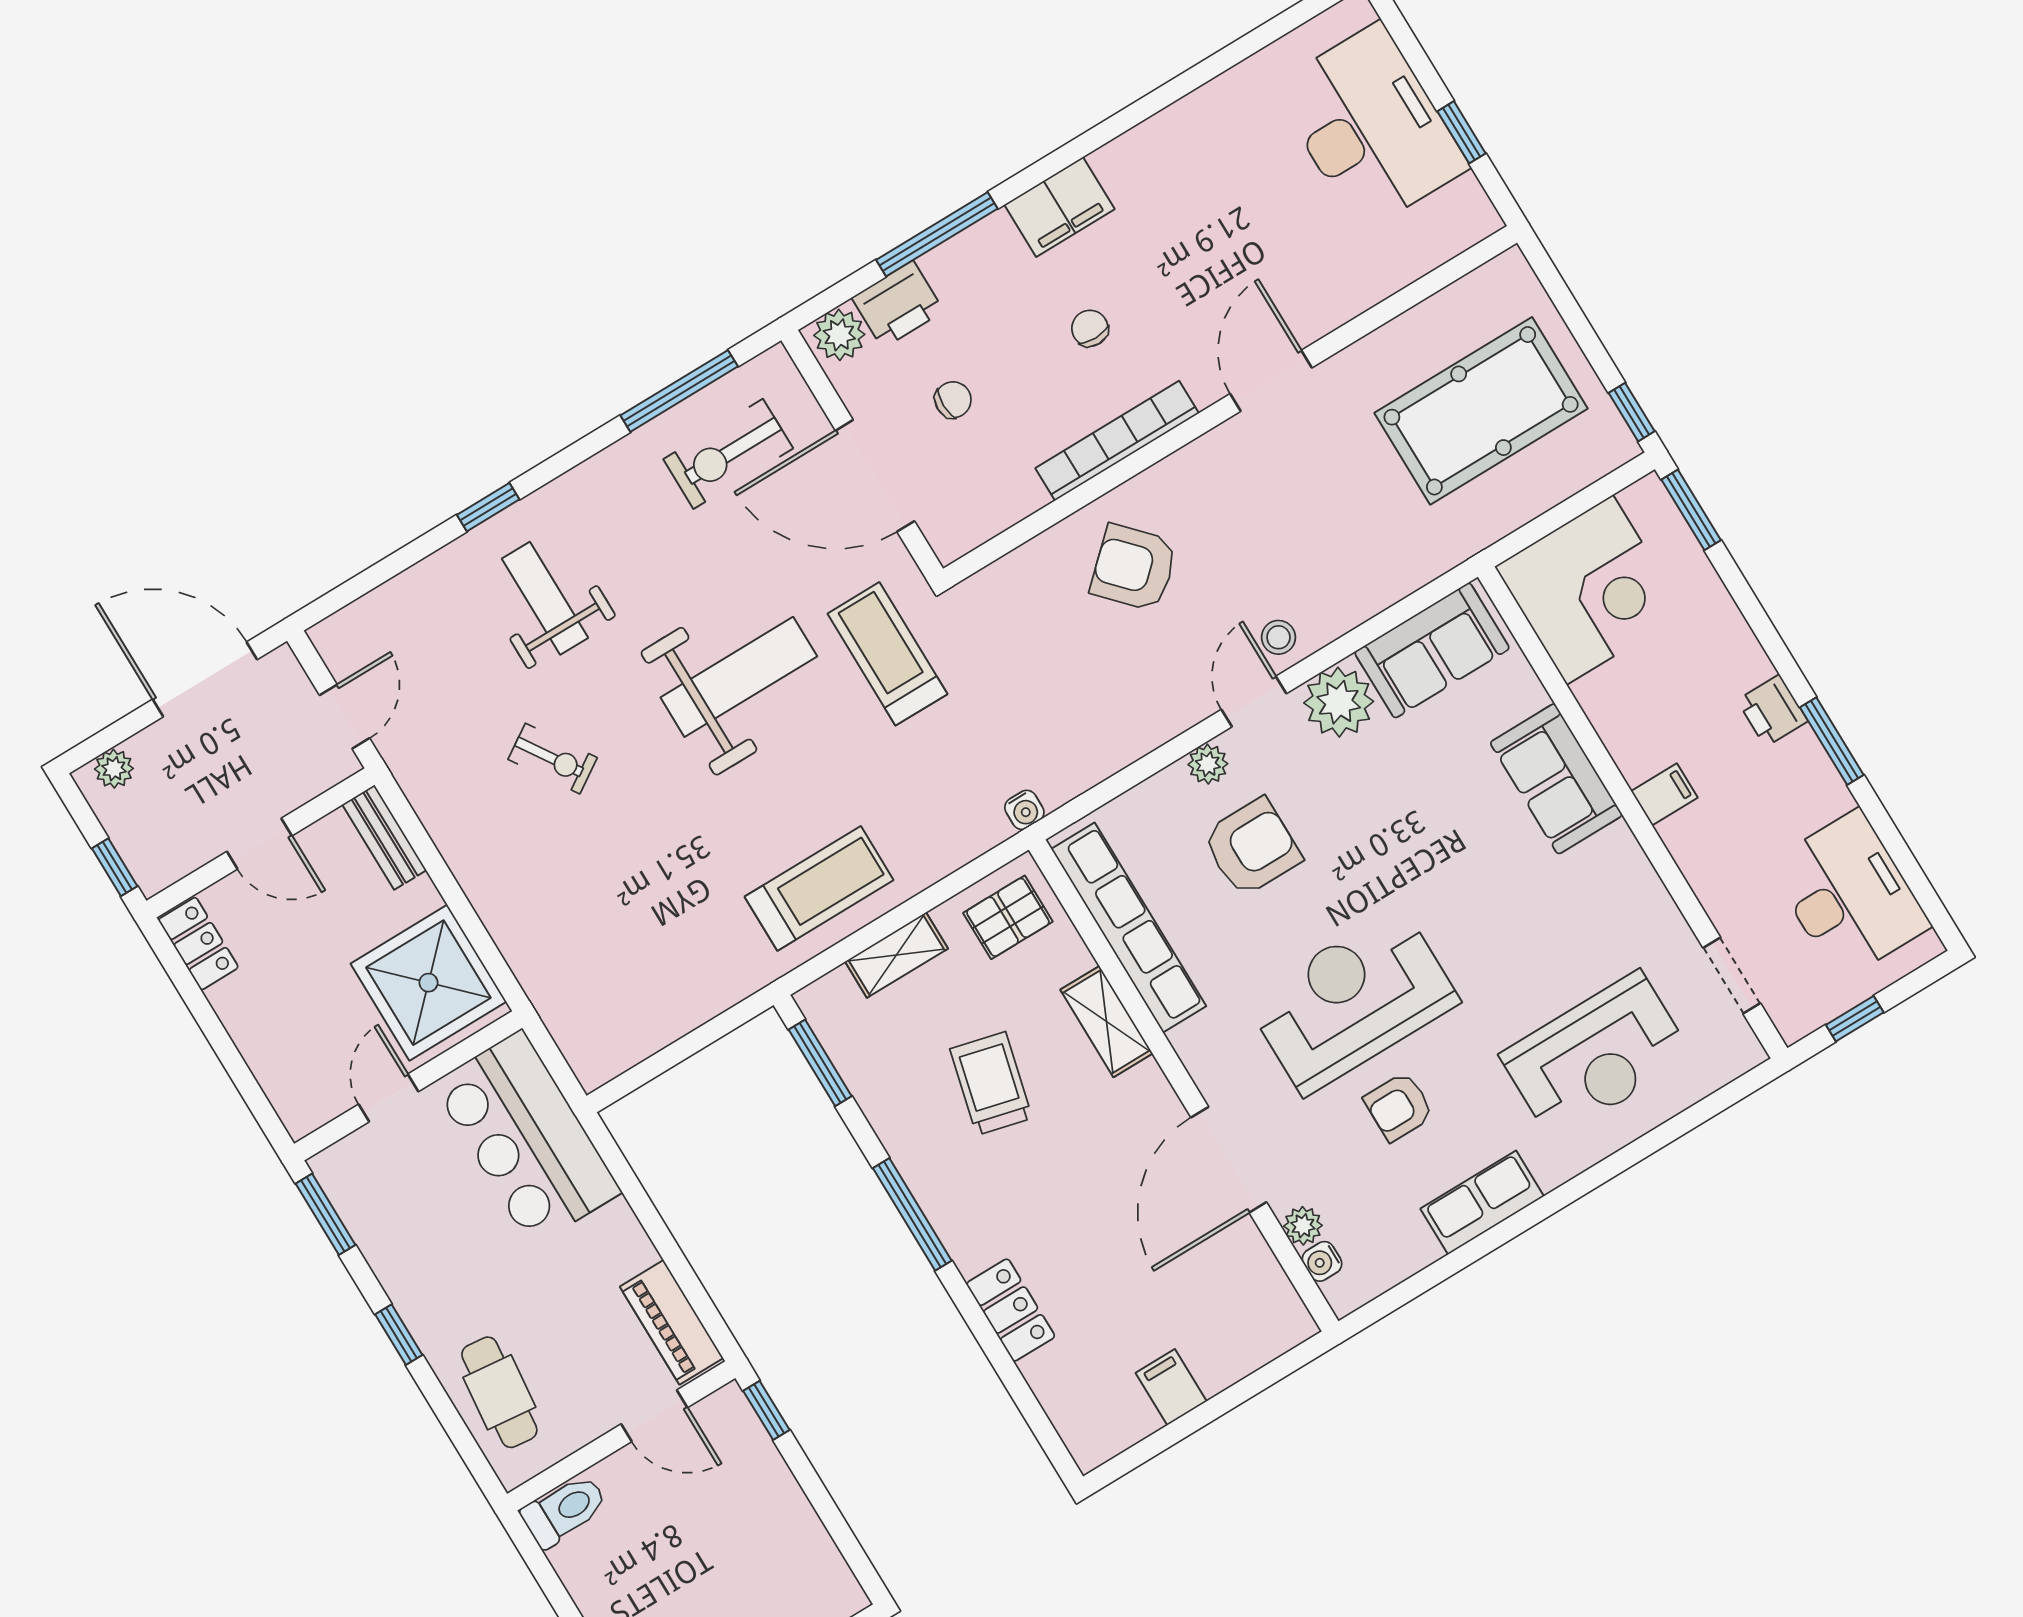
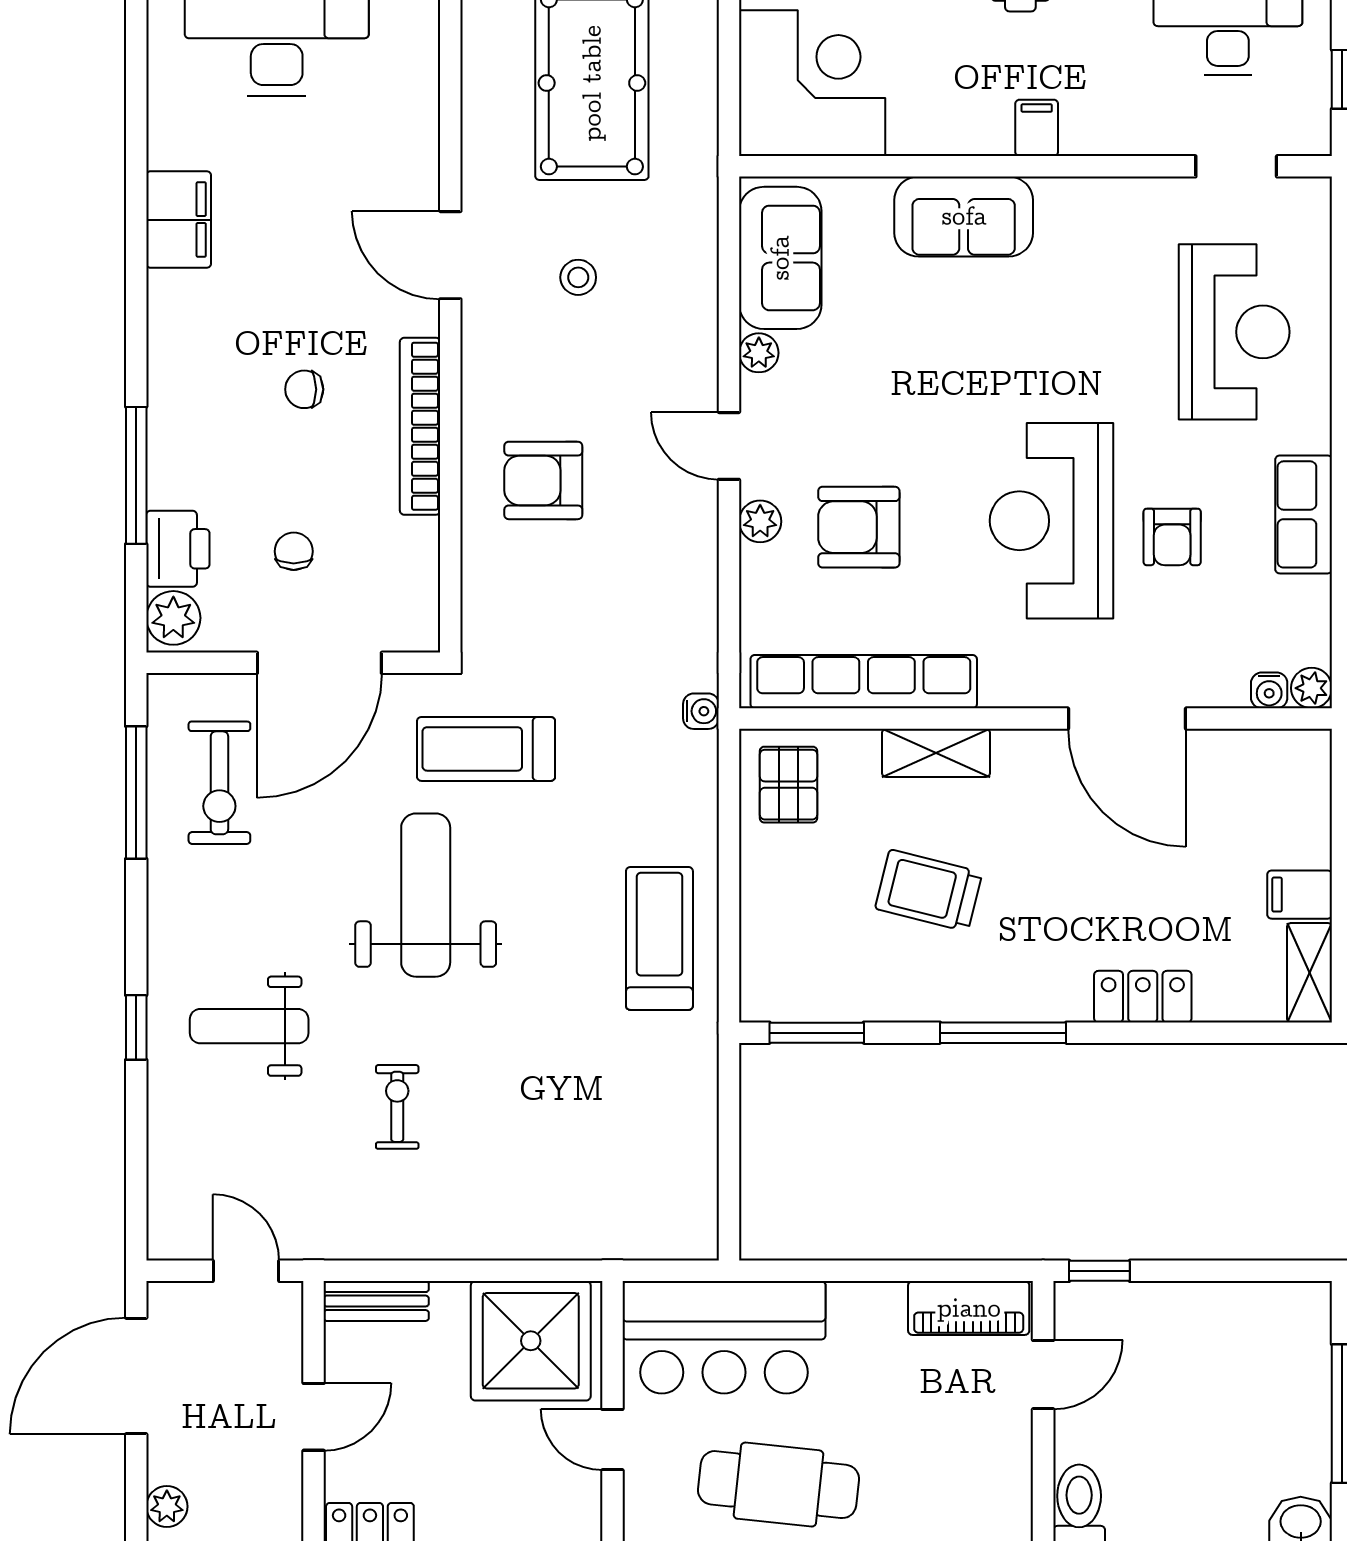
filing cabinet: (1059, 207) -> (179, 220), moved
armchair: (1134, 568) -> (543, 480), turned 43
stool: (1278, 637) -> (578, 277), moved
plant: (1339, 702) -> (759, 353), width x0.53, depth x0.53
exercise bike: (553, 759) -> (397, 1107), turned -57
armchair: (1252, 847) -> (859, 527), turned -90
shelving: (896, 955) -> (1309, 973), moved
plant: (1303, 1226) -> (1312, 688), moved
cafe table: (499, 1392) -> (778, 1485), moved, width x1.37, depth x1.35

